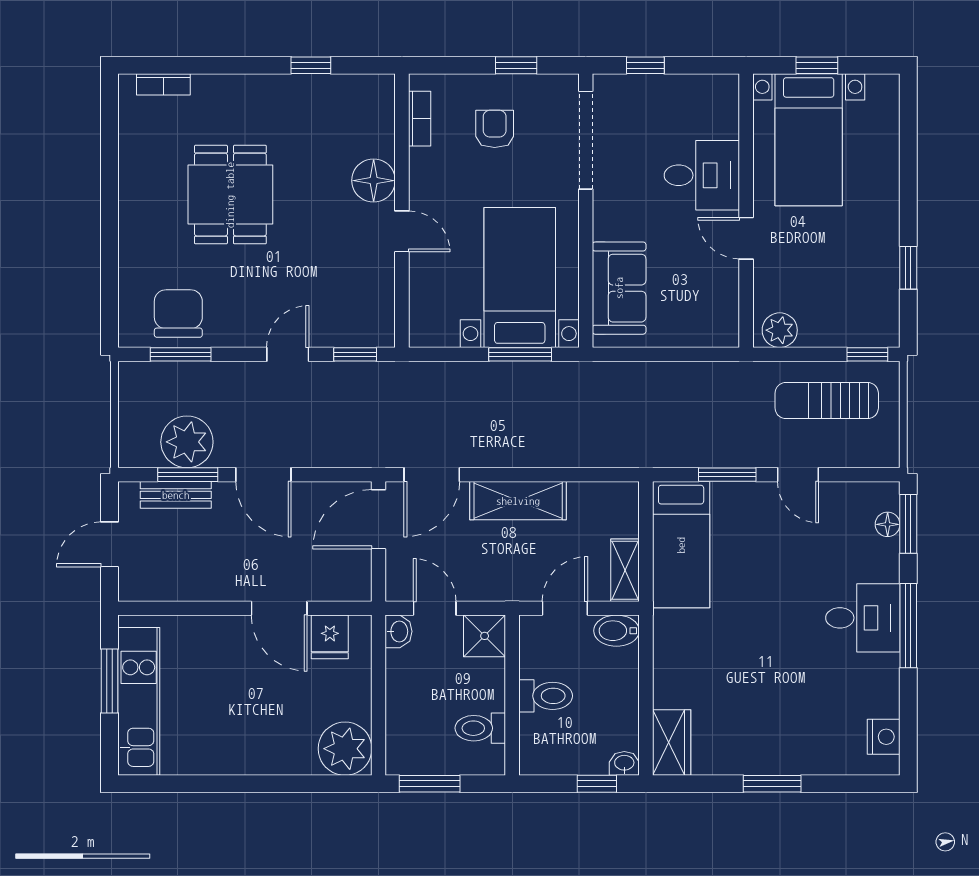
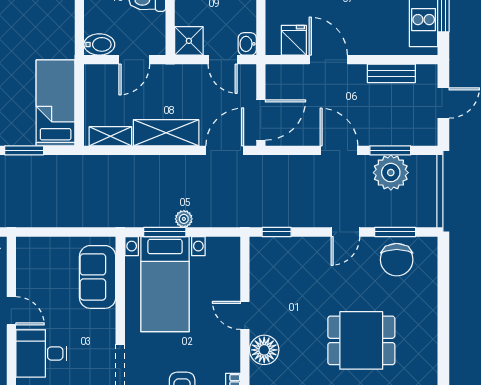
dining table: (230, 195) -> (361, 340), turned 90
door: (288, 354) -> (345, 232), moved
plant: (492, 374) -> (184, 219), added
bench: (176, 495) -> (391, 73), moved
shelving: (625, 570) -> (110, 136), moved, turned 90

